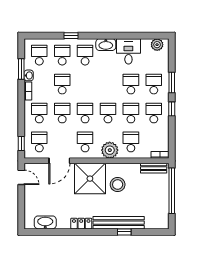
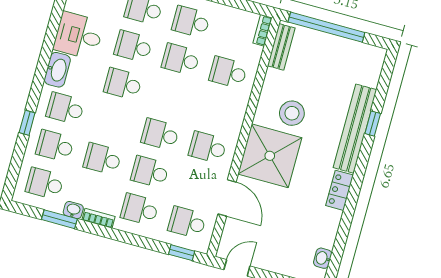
school desk: (108, 113) -> (123, 84), moved
plant: (110, 150) -> (232, 111), removed
washbasin: (45, 222) -> (323, 258), width x0.52, depth x0.69

